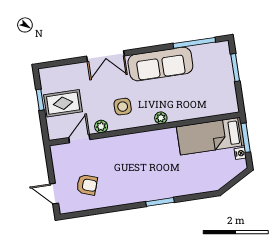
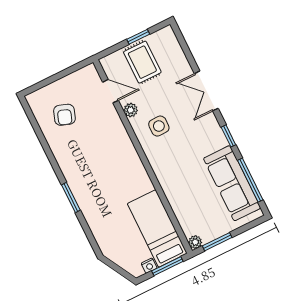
window: (150, 49) -> (228, 136), added
sofa: (160, 64) -> (232, 183), moved
window: (235, 68) -> (217, 242), moved
plant: (161, 118) -> (195, 242), moved
door: (54, 194) -> (44, 83), removed

